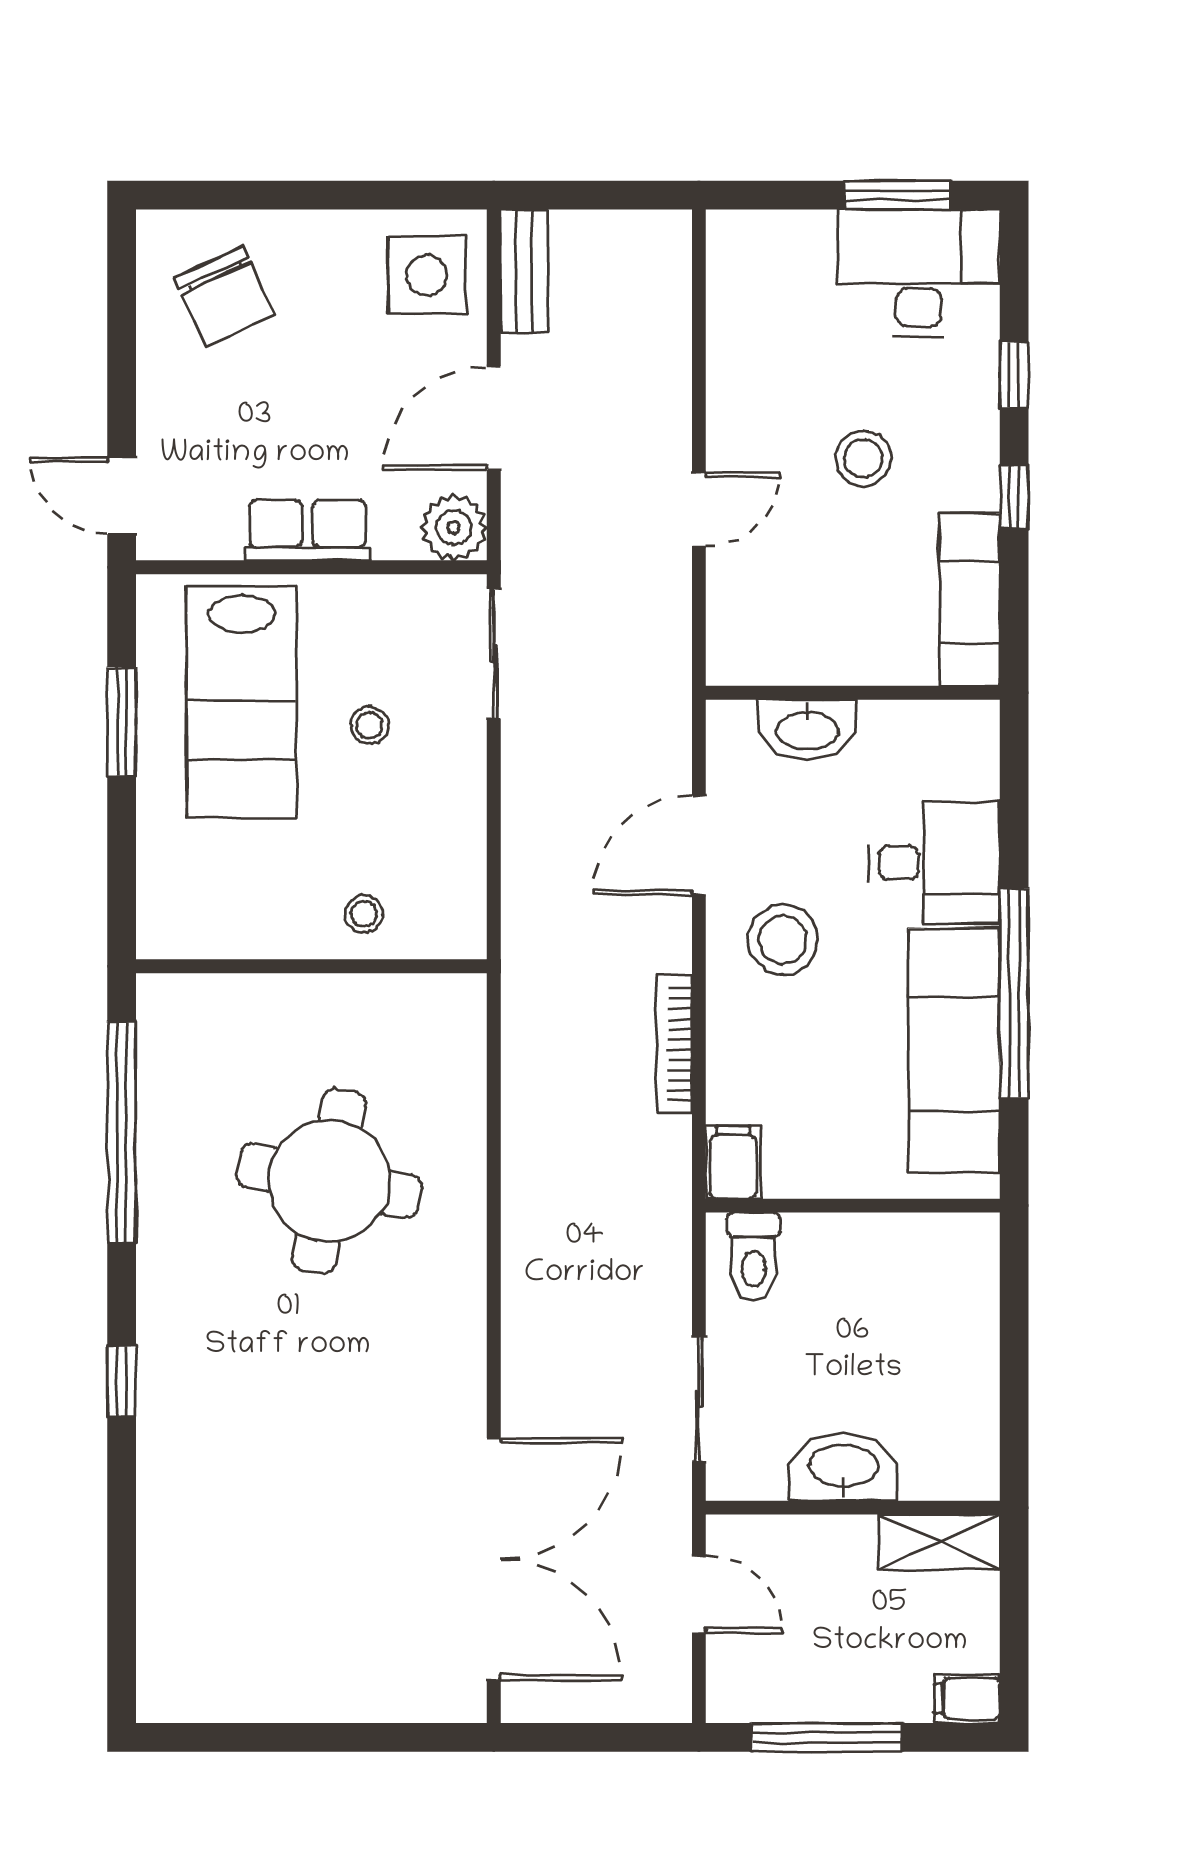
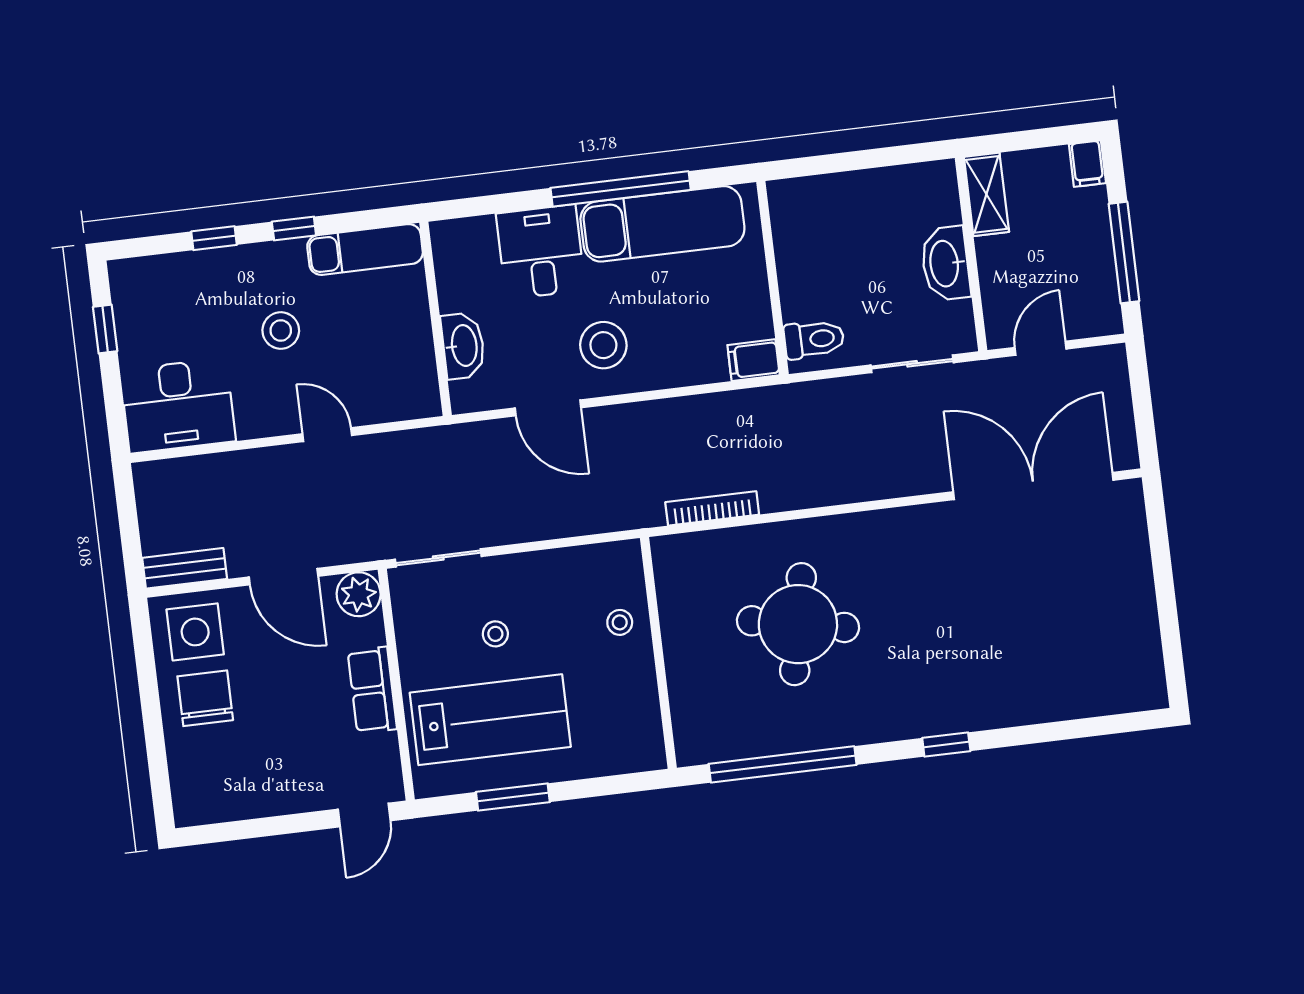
window: (897, 195) -> (105, 329), width x0.67
desk: (919, 273) -> (178, 406), moved, turned -90
chair: (225, 296) -> (205, 698), moved, turned -65
bookcase: (674, 1044) -> (712, 508), moved, turned 180

